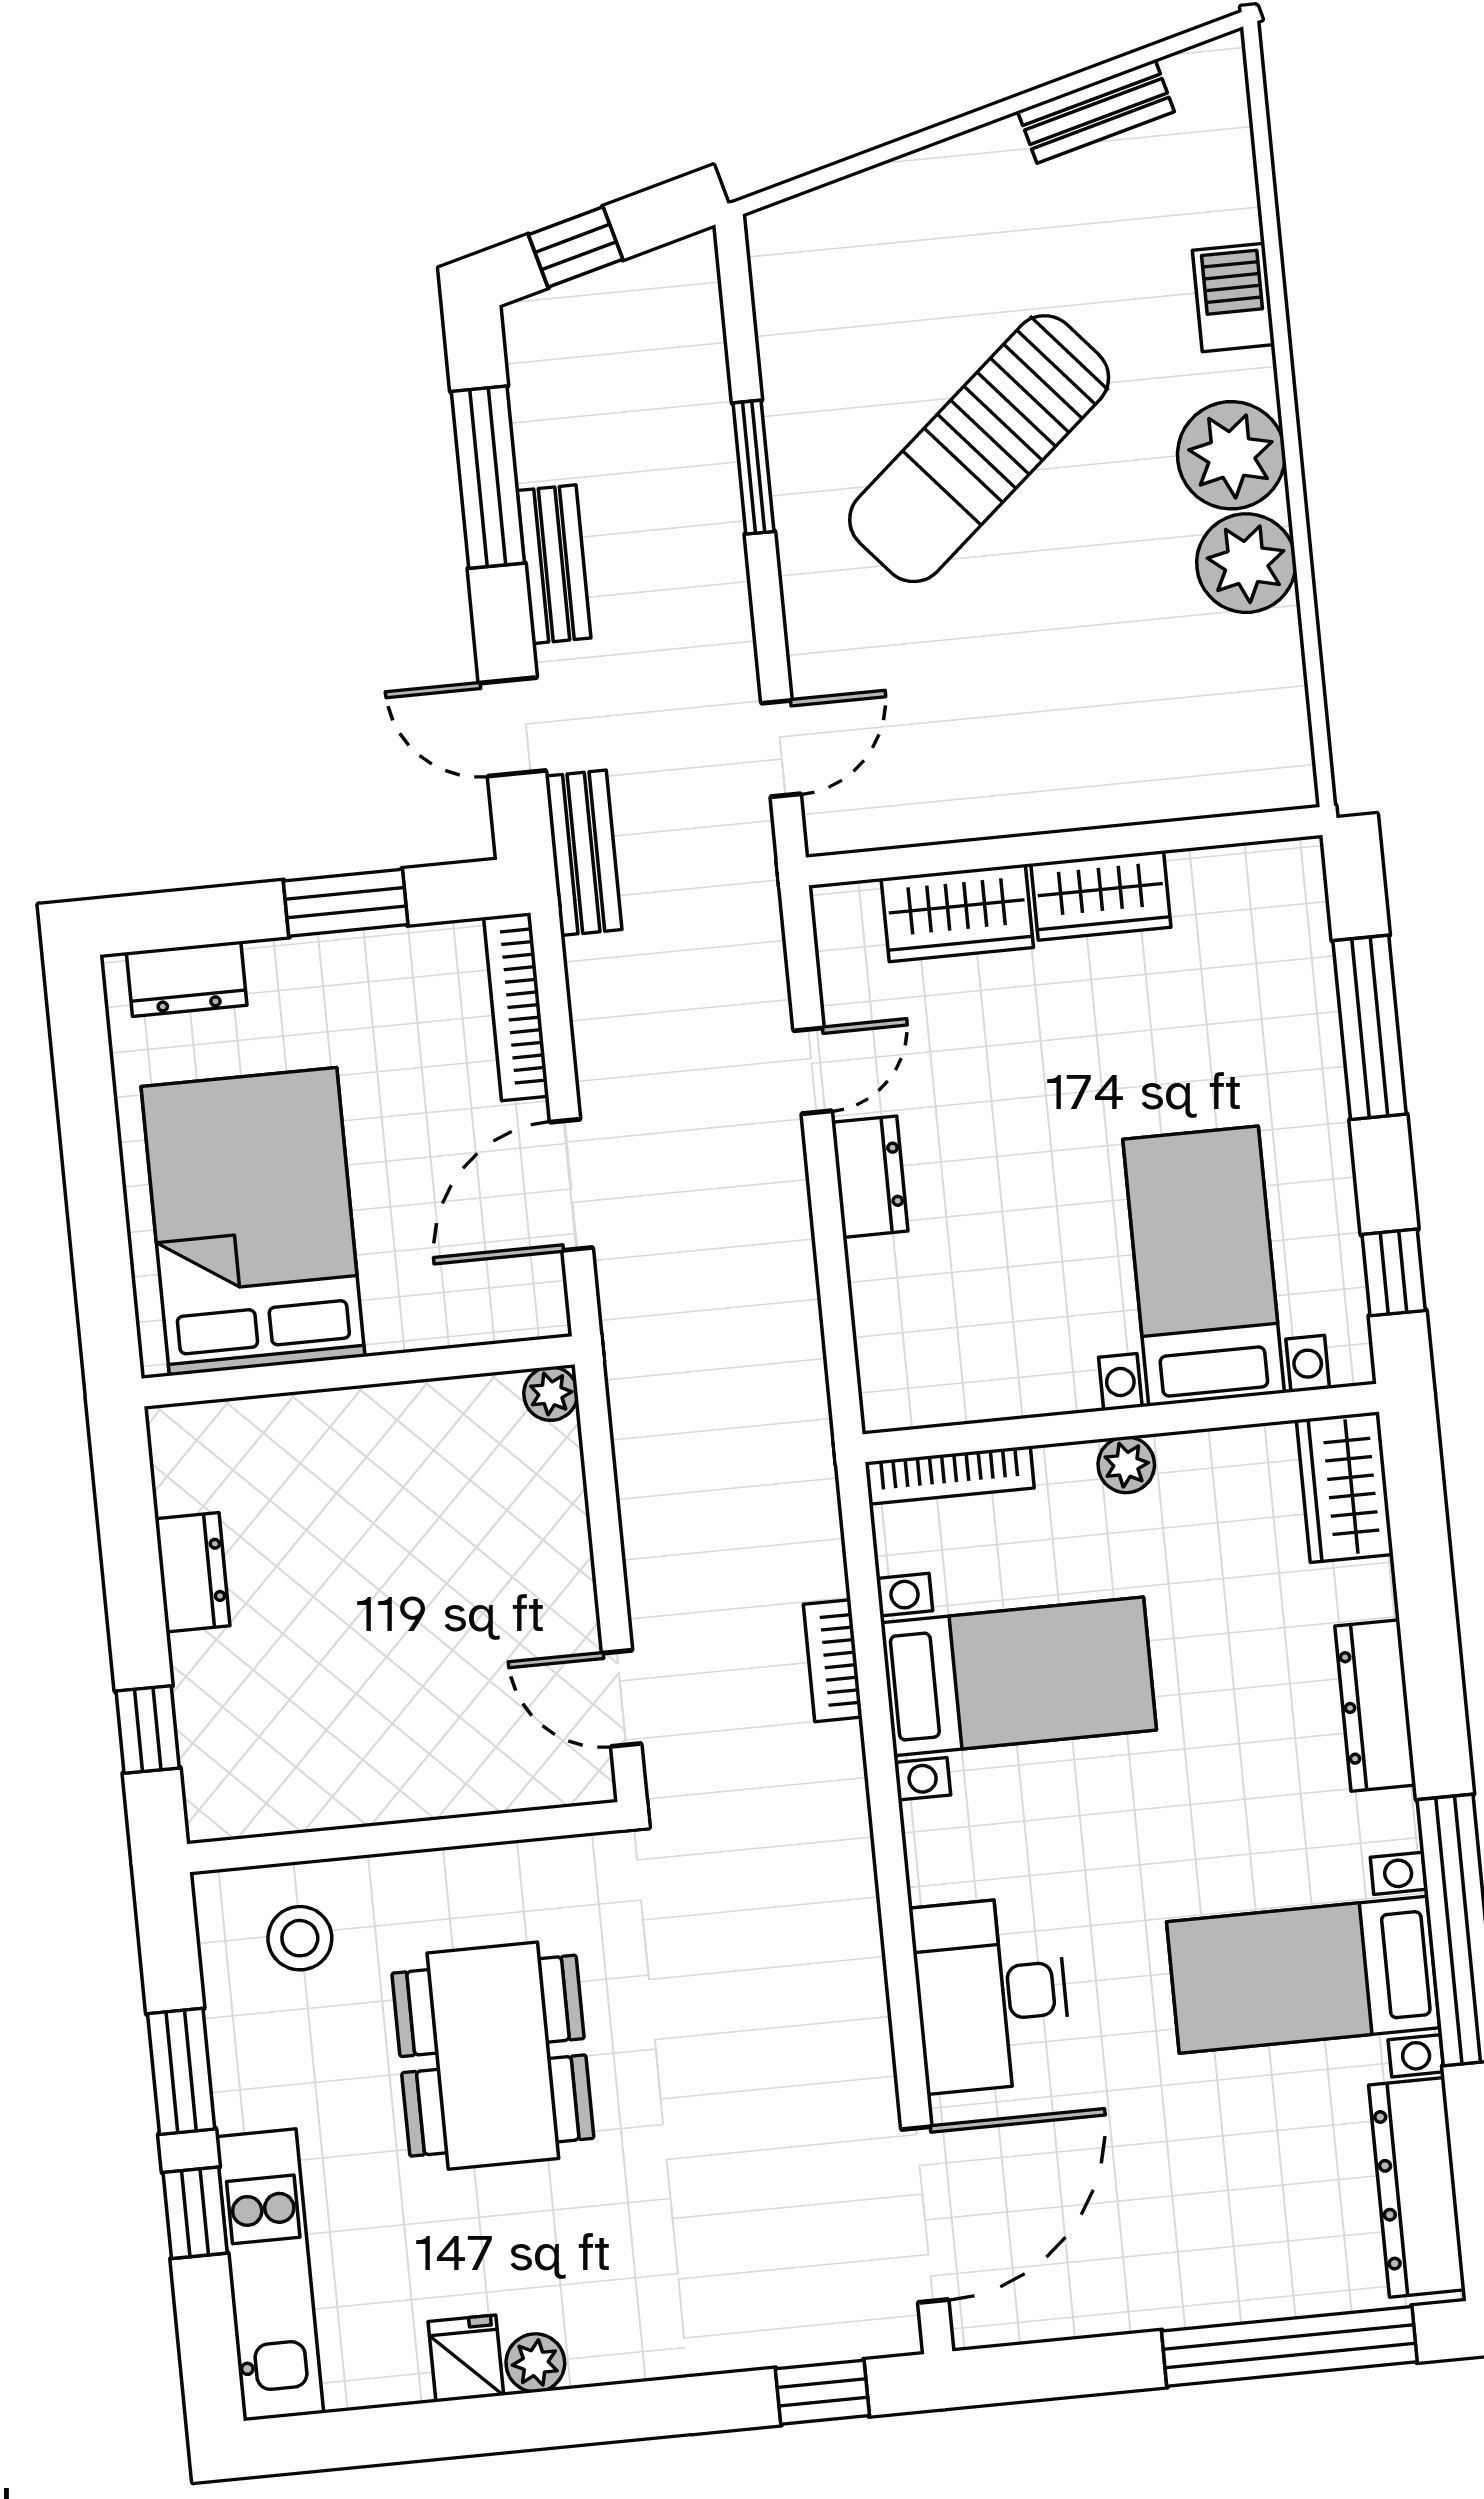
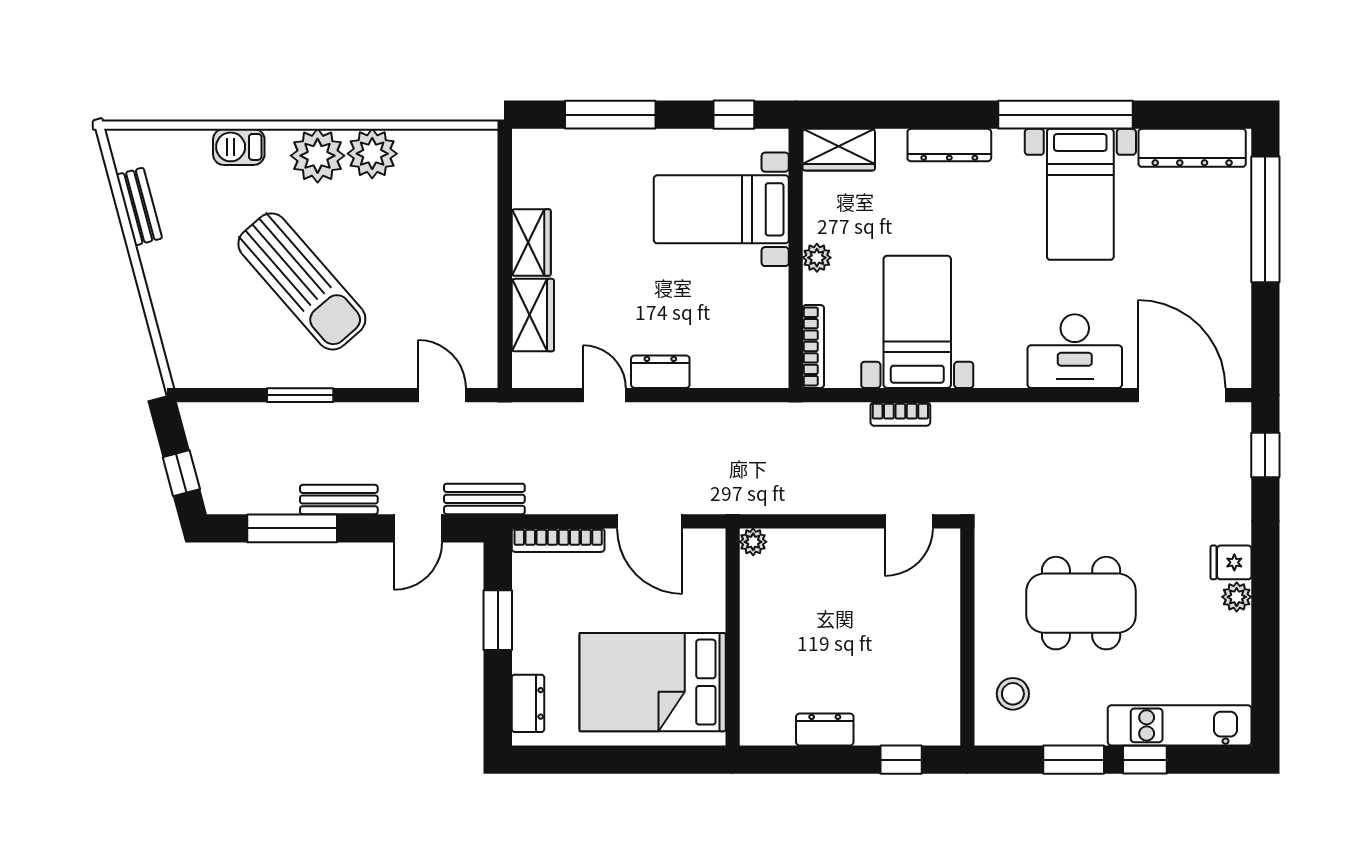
fridge: (466, 2358) -> (1231, 562), moved

